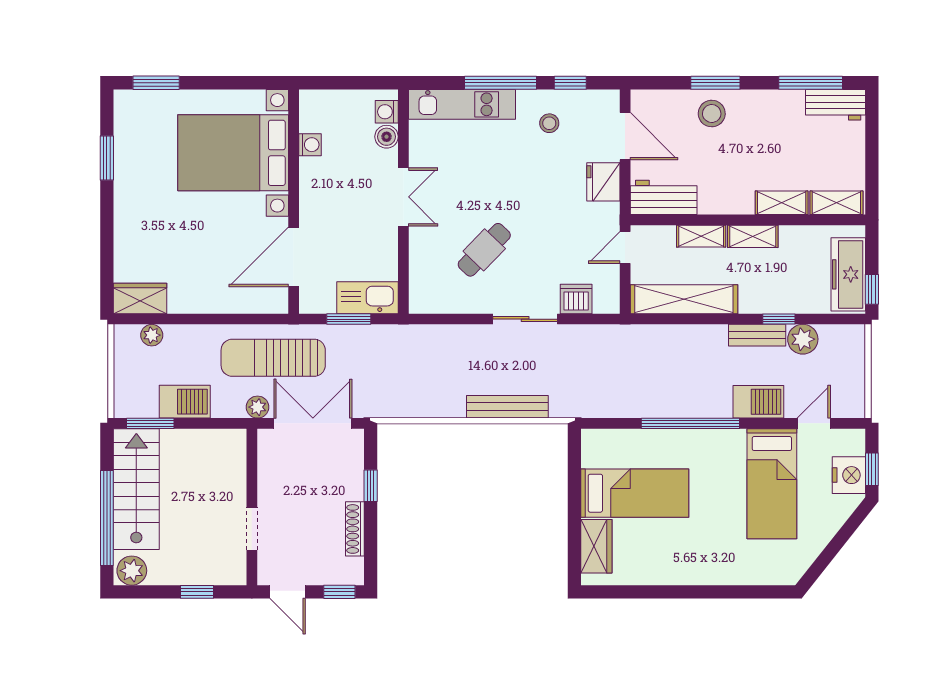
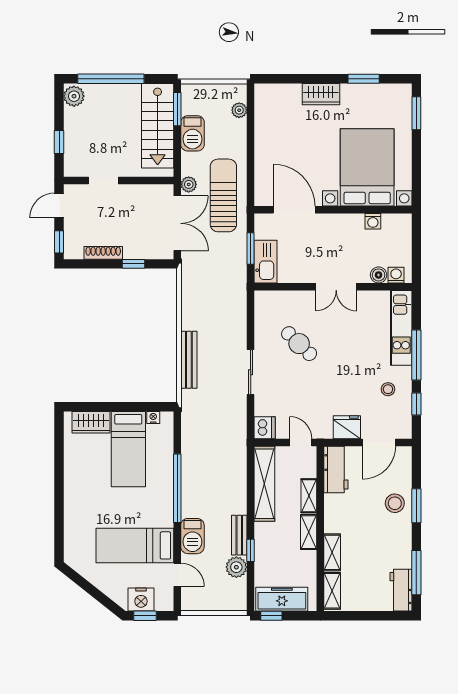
wardrobe: (140, 298) -> (321, 94), moved, turned 90
dishwasher: (576, 299) -> (265, 428), moved
nightstand: (589, 458) -> (153, 417), added
stairs: (136, 489) -> (158, 126), moved, turned 90

